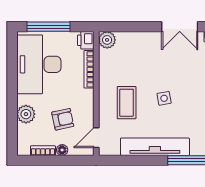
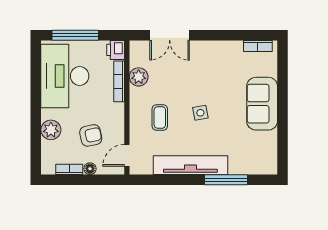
double door: (180, 27) -> (170, 35), moved
plant: (107, 40) -> (139, 77), moved
coffee table: (127, 103) -> (160, 117), width x0.73, depth x0.77

